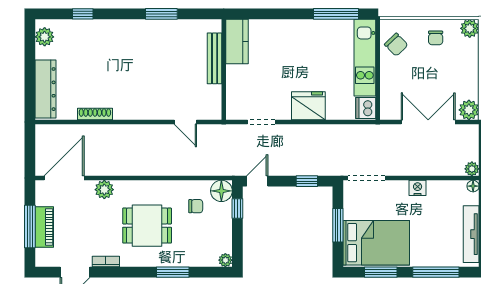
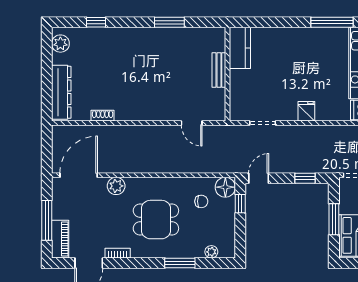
bench: (215, 58) -> (219, 70), width x0.73
fridge: (308, 106) -> (306, 111), width x0.53, depth x0.75
shoe rack: (95, 114) -> (103, 116), width x0.70
piano: (44, 227) -> (60, 239), moved
plant: (225, 260) -> (211, 252), moved

